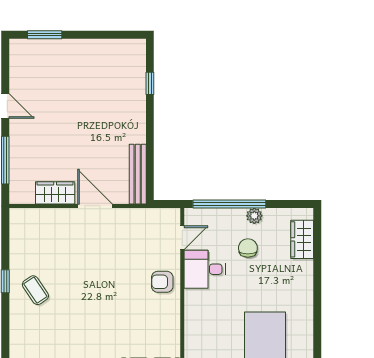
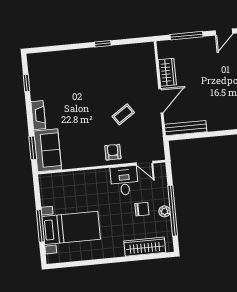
window: (229, 204) -> (173, 211), moved
wardrobe: (302, 239) -> (145, 247), width x1.50
coffee table: (35, 290) -> (123, 114), moved

